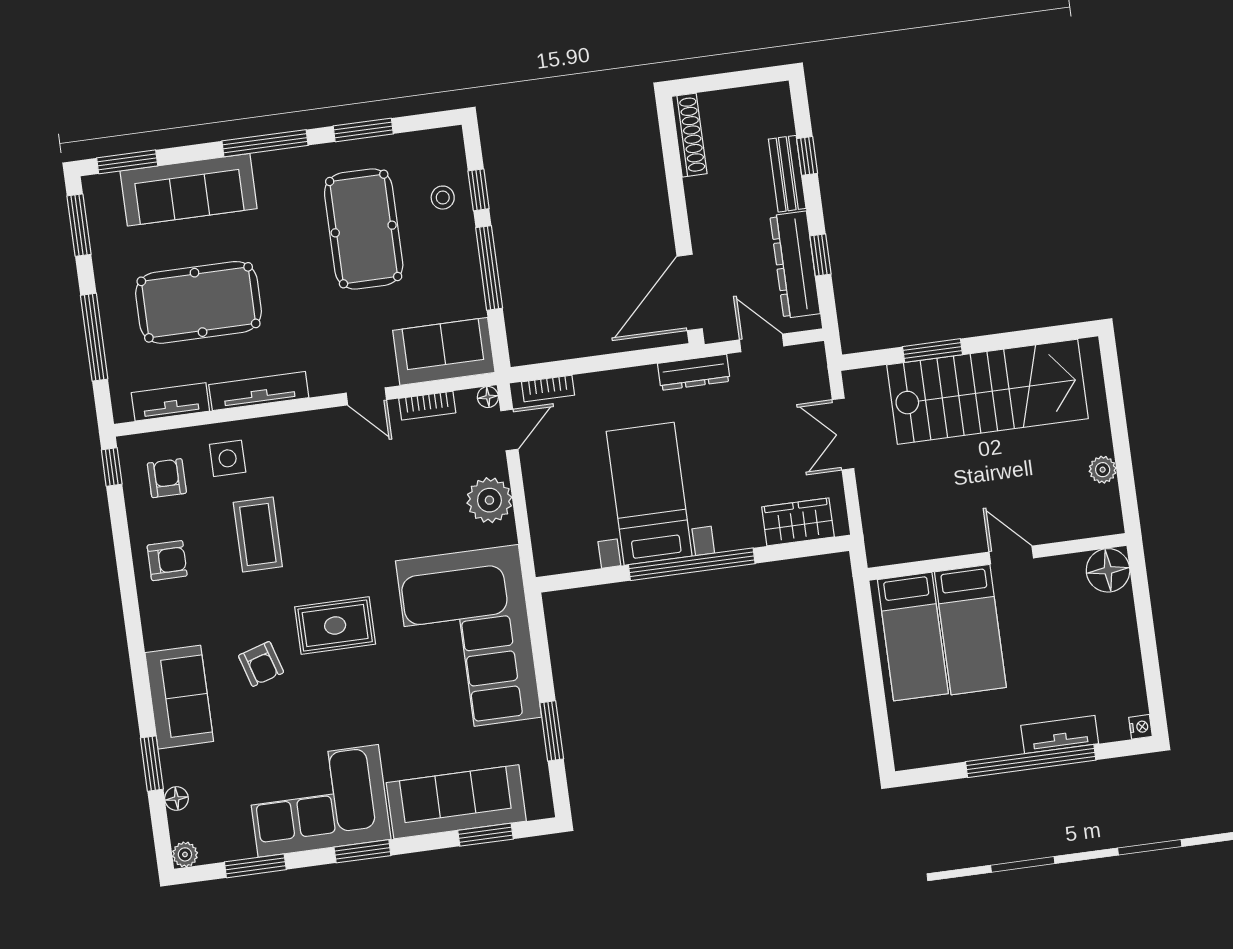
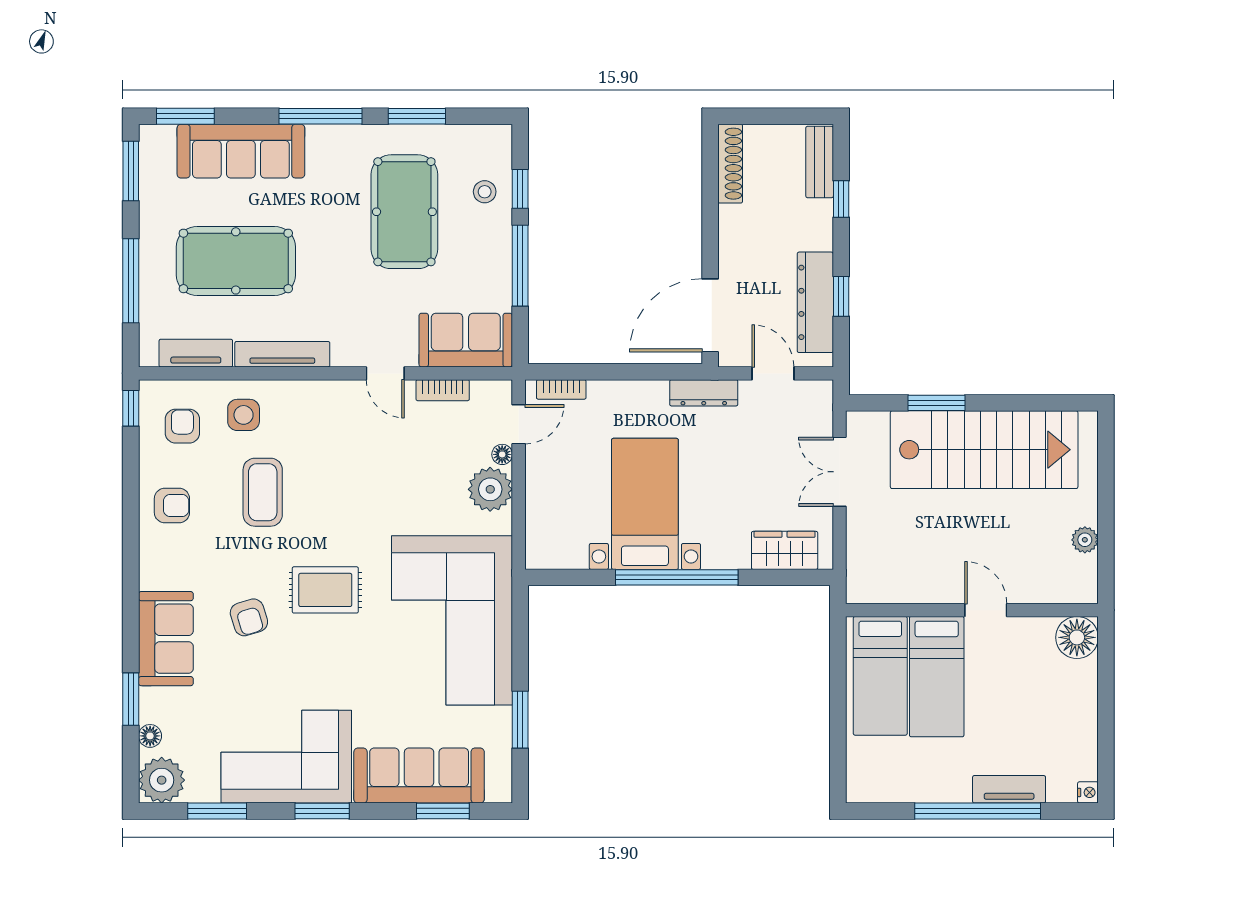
bench: (787, 174) -> (820, 162), moved
floor lamp: (488, 397) -> (502, 454), moved
plant: (185, 854) -> (162, 780), width x1.88, depth x1.88

